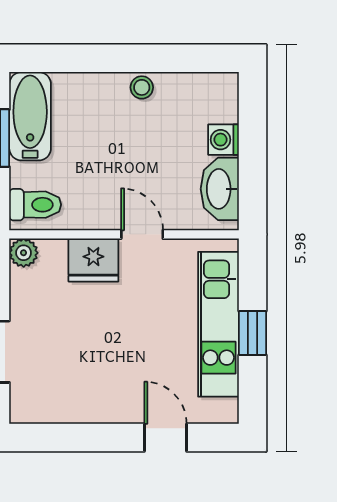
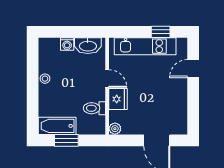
toilet: (35, 205) -> (94, 108), moved, turned -90
door: (142, 234) -> (107, 78), swing flipped
window: (253, 333) -> (161, 32), moved

